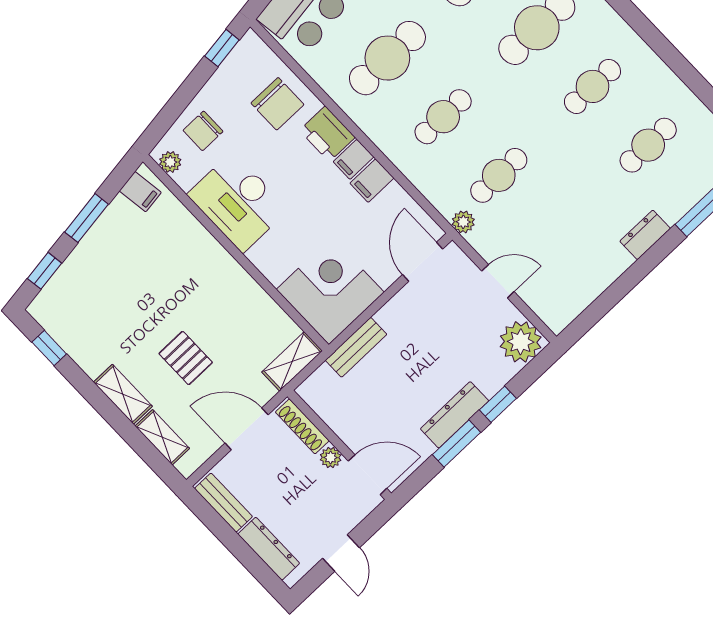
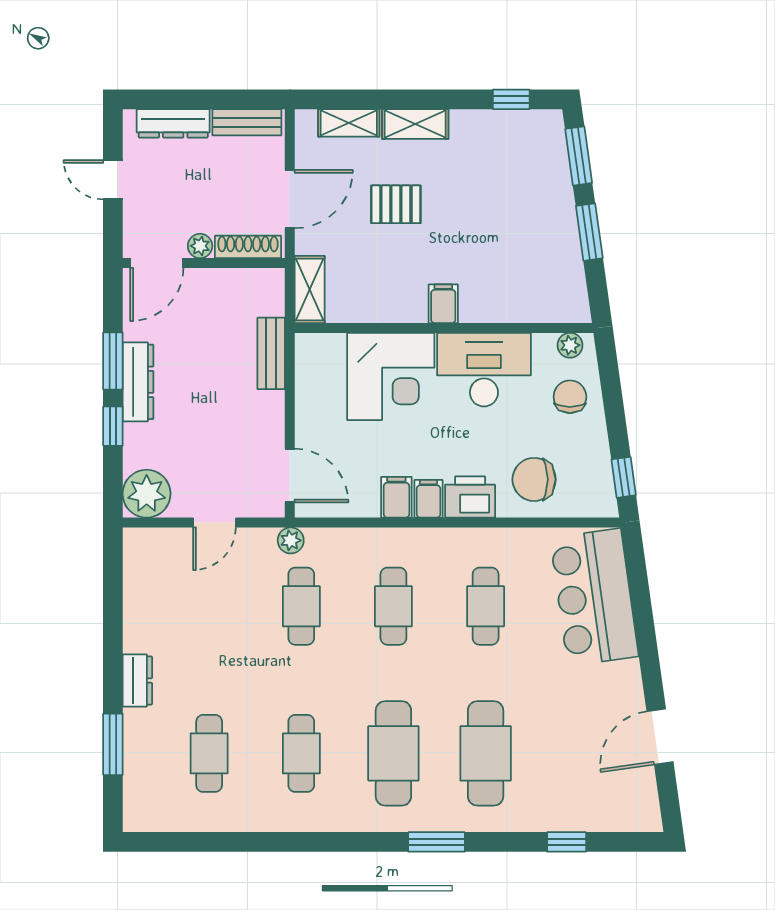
cafe table: (387, 58) -> (486, 606), width x0.73, depth x0.74
filing cabinet: (140, 192) -> (443, 304), moved, turned 98
window: (44, 271) -> (579, 156), width x1.50
corner desk: (330, 291) -> (391, 376), moved

